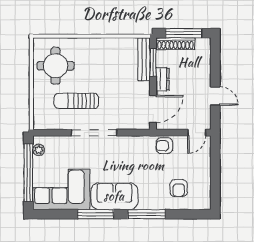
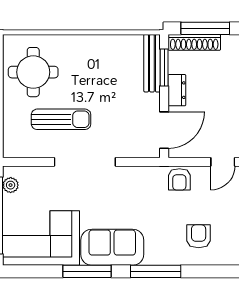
sun lounger: (76, 101) -> (61, 119), turned 180
armchair: (164, 146) -> (179, 179), turned -90
armchair: (179, 188) -> (199, 236), turned 180

